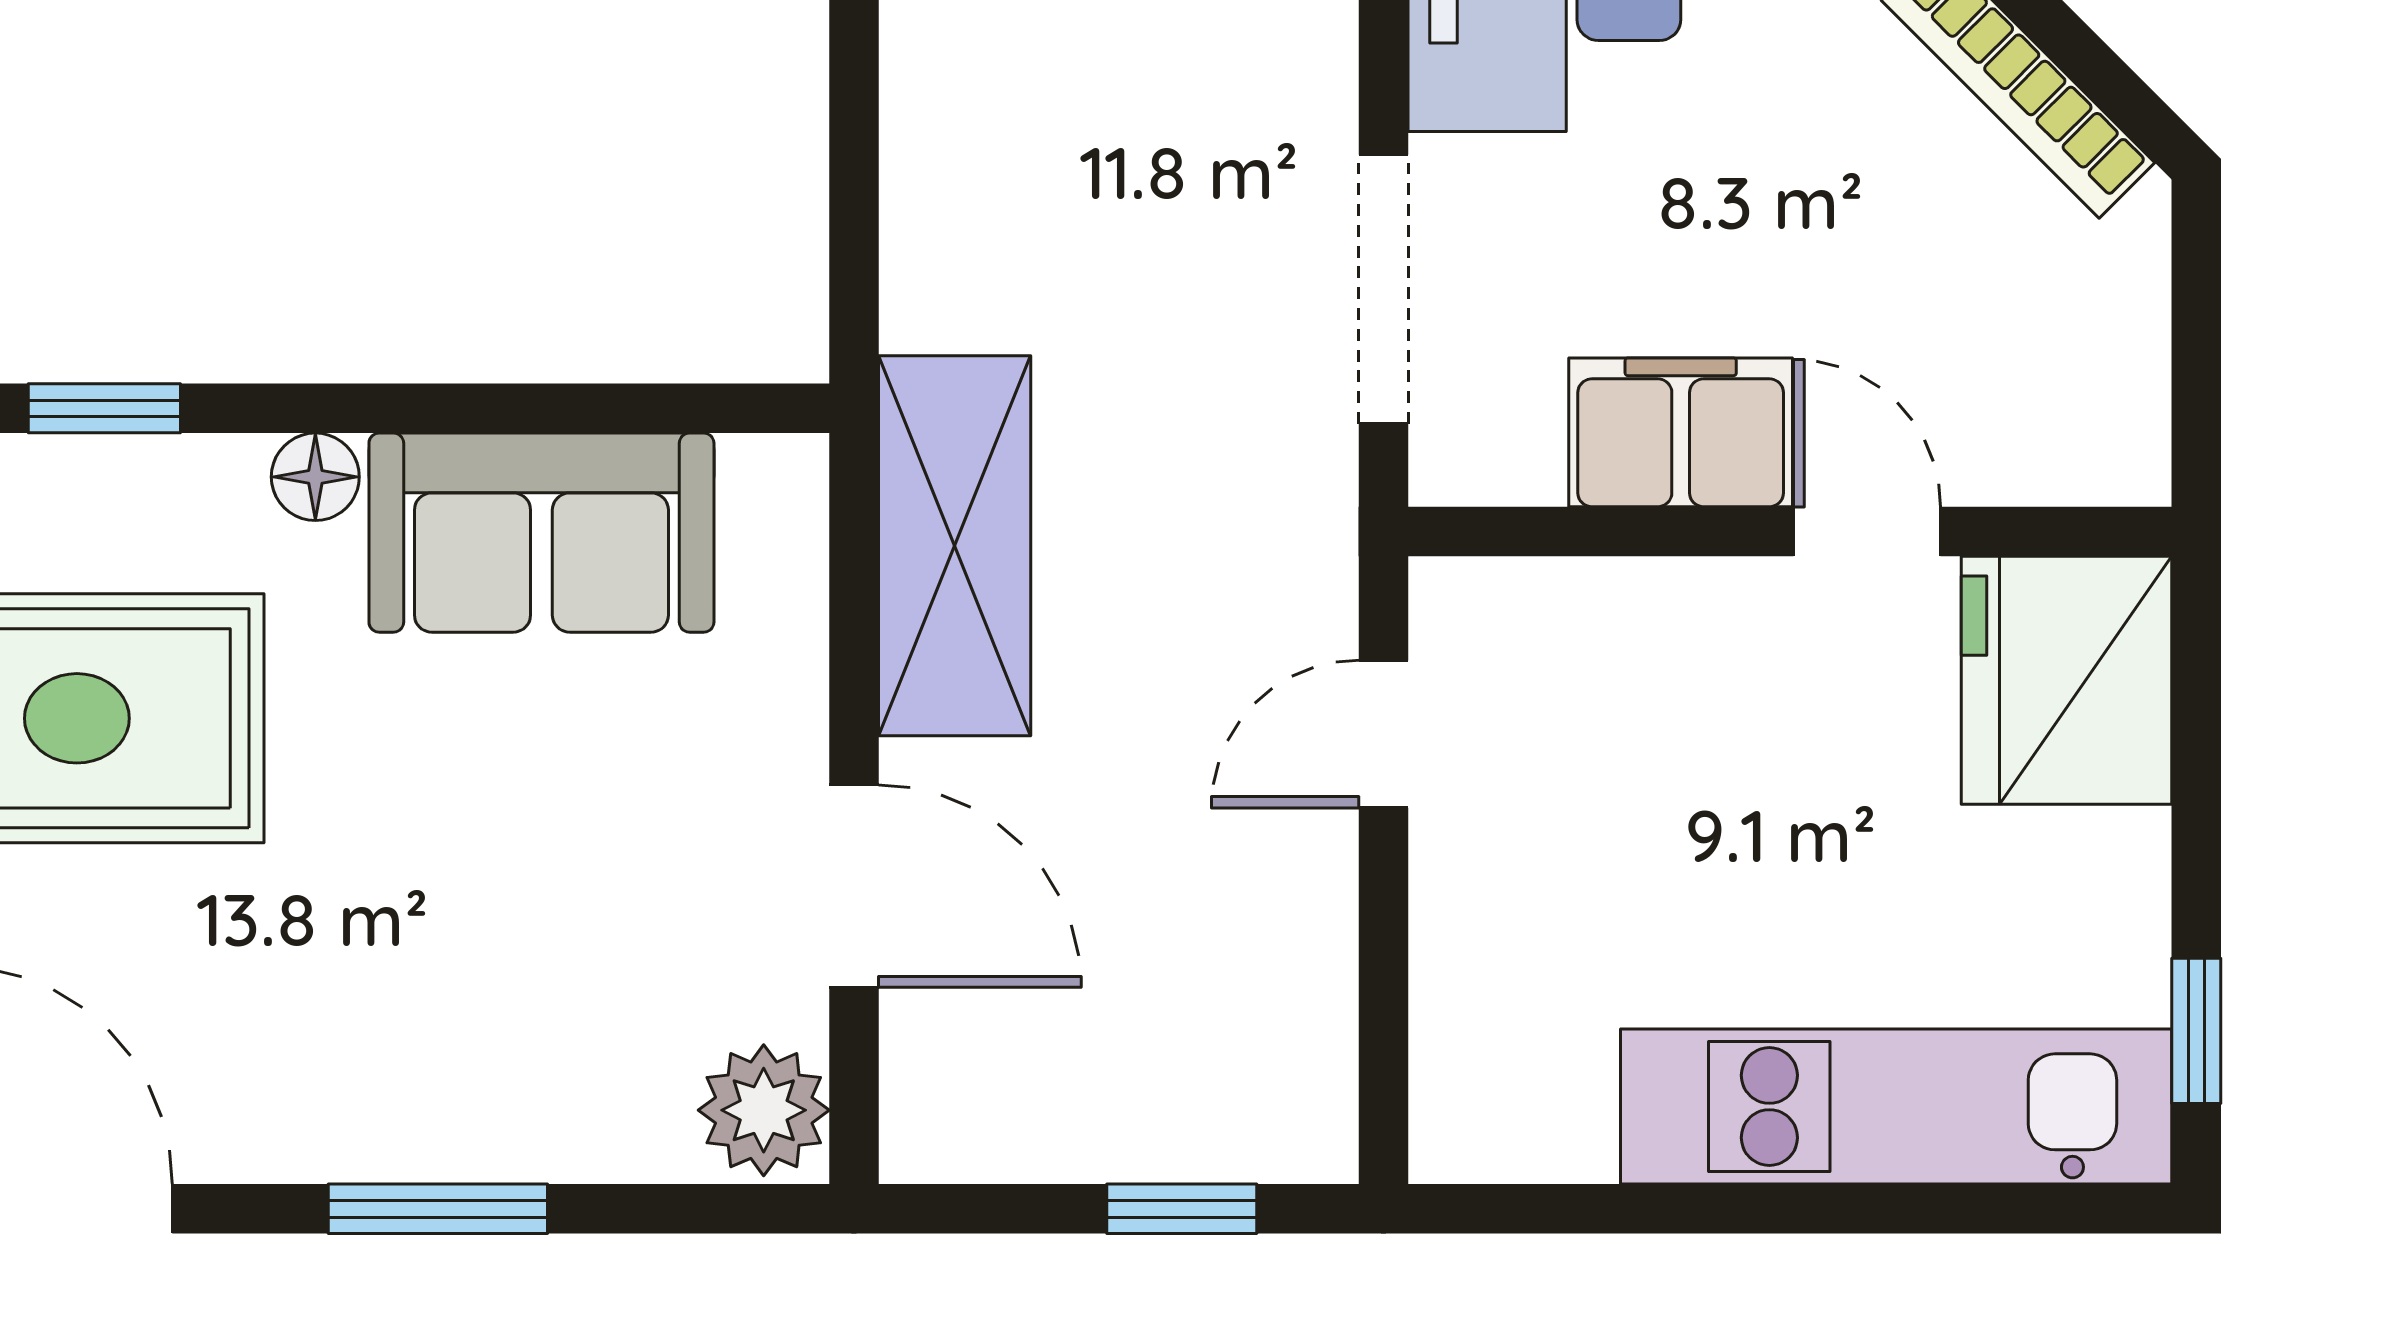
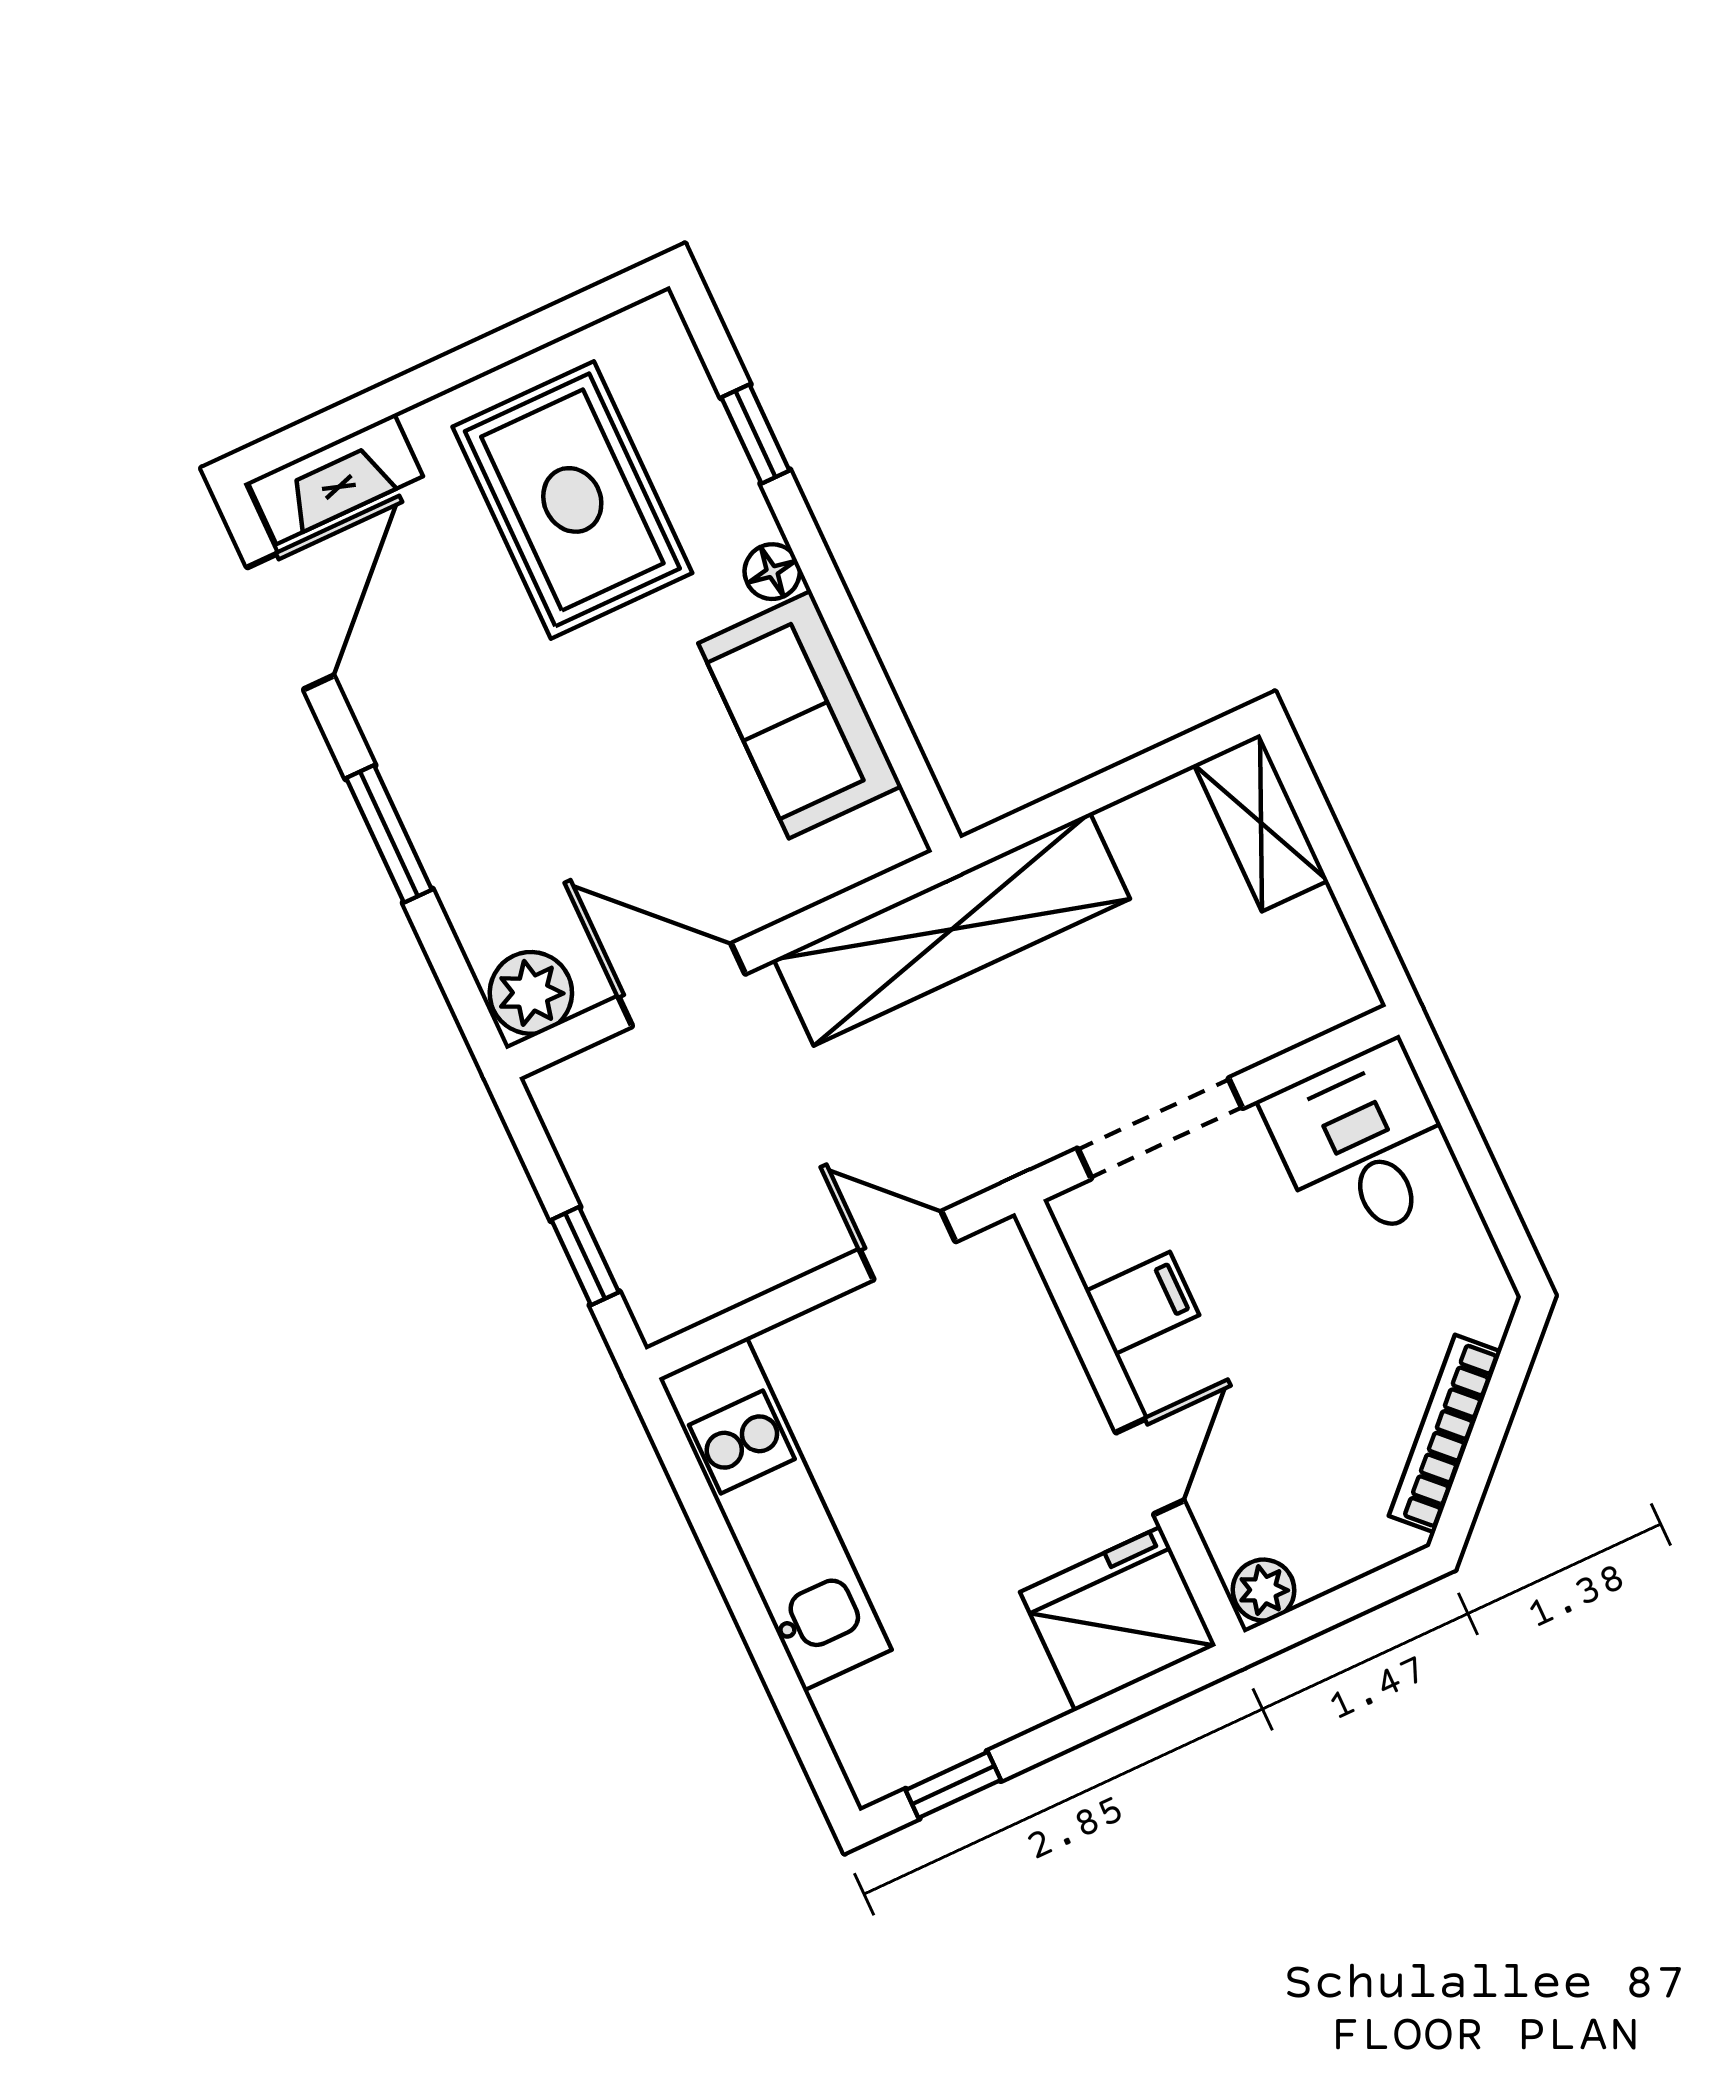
filing cabinet: (1681, 432) -> (1142, 1303), width x0.50
plant: (2123, 450) -> (1264, 1590), added
shelving: (955, 546) -> (952, 929), width x1.47
door: (854, 886) -> (682, 985), swing flipped
kitchen unit: (1896, 1107) -> (775, 1514), moved

